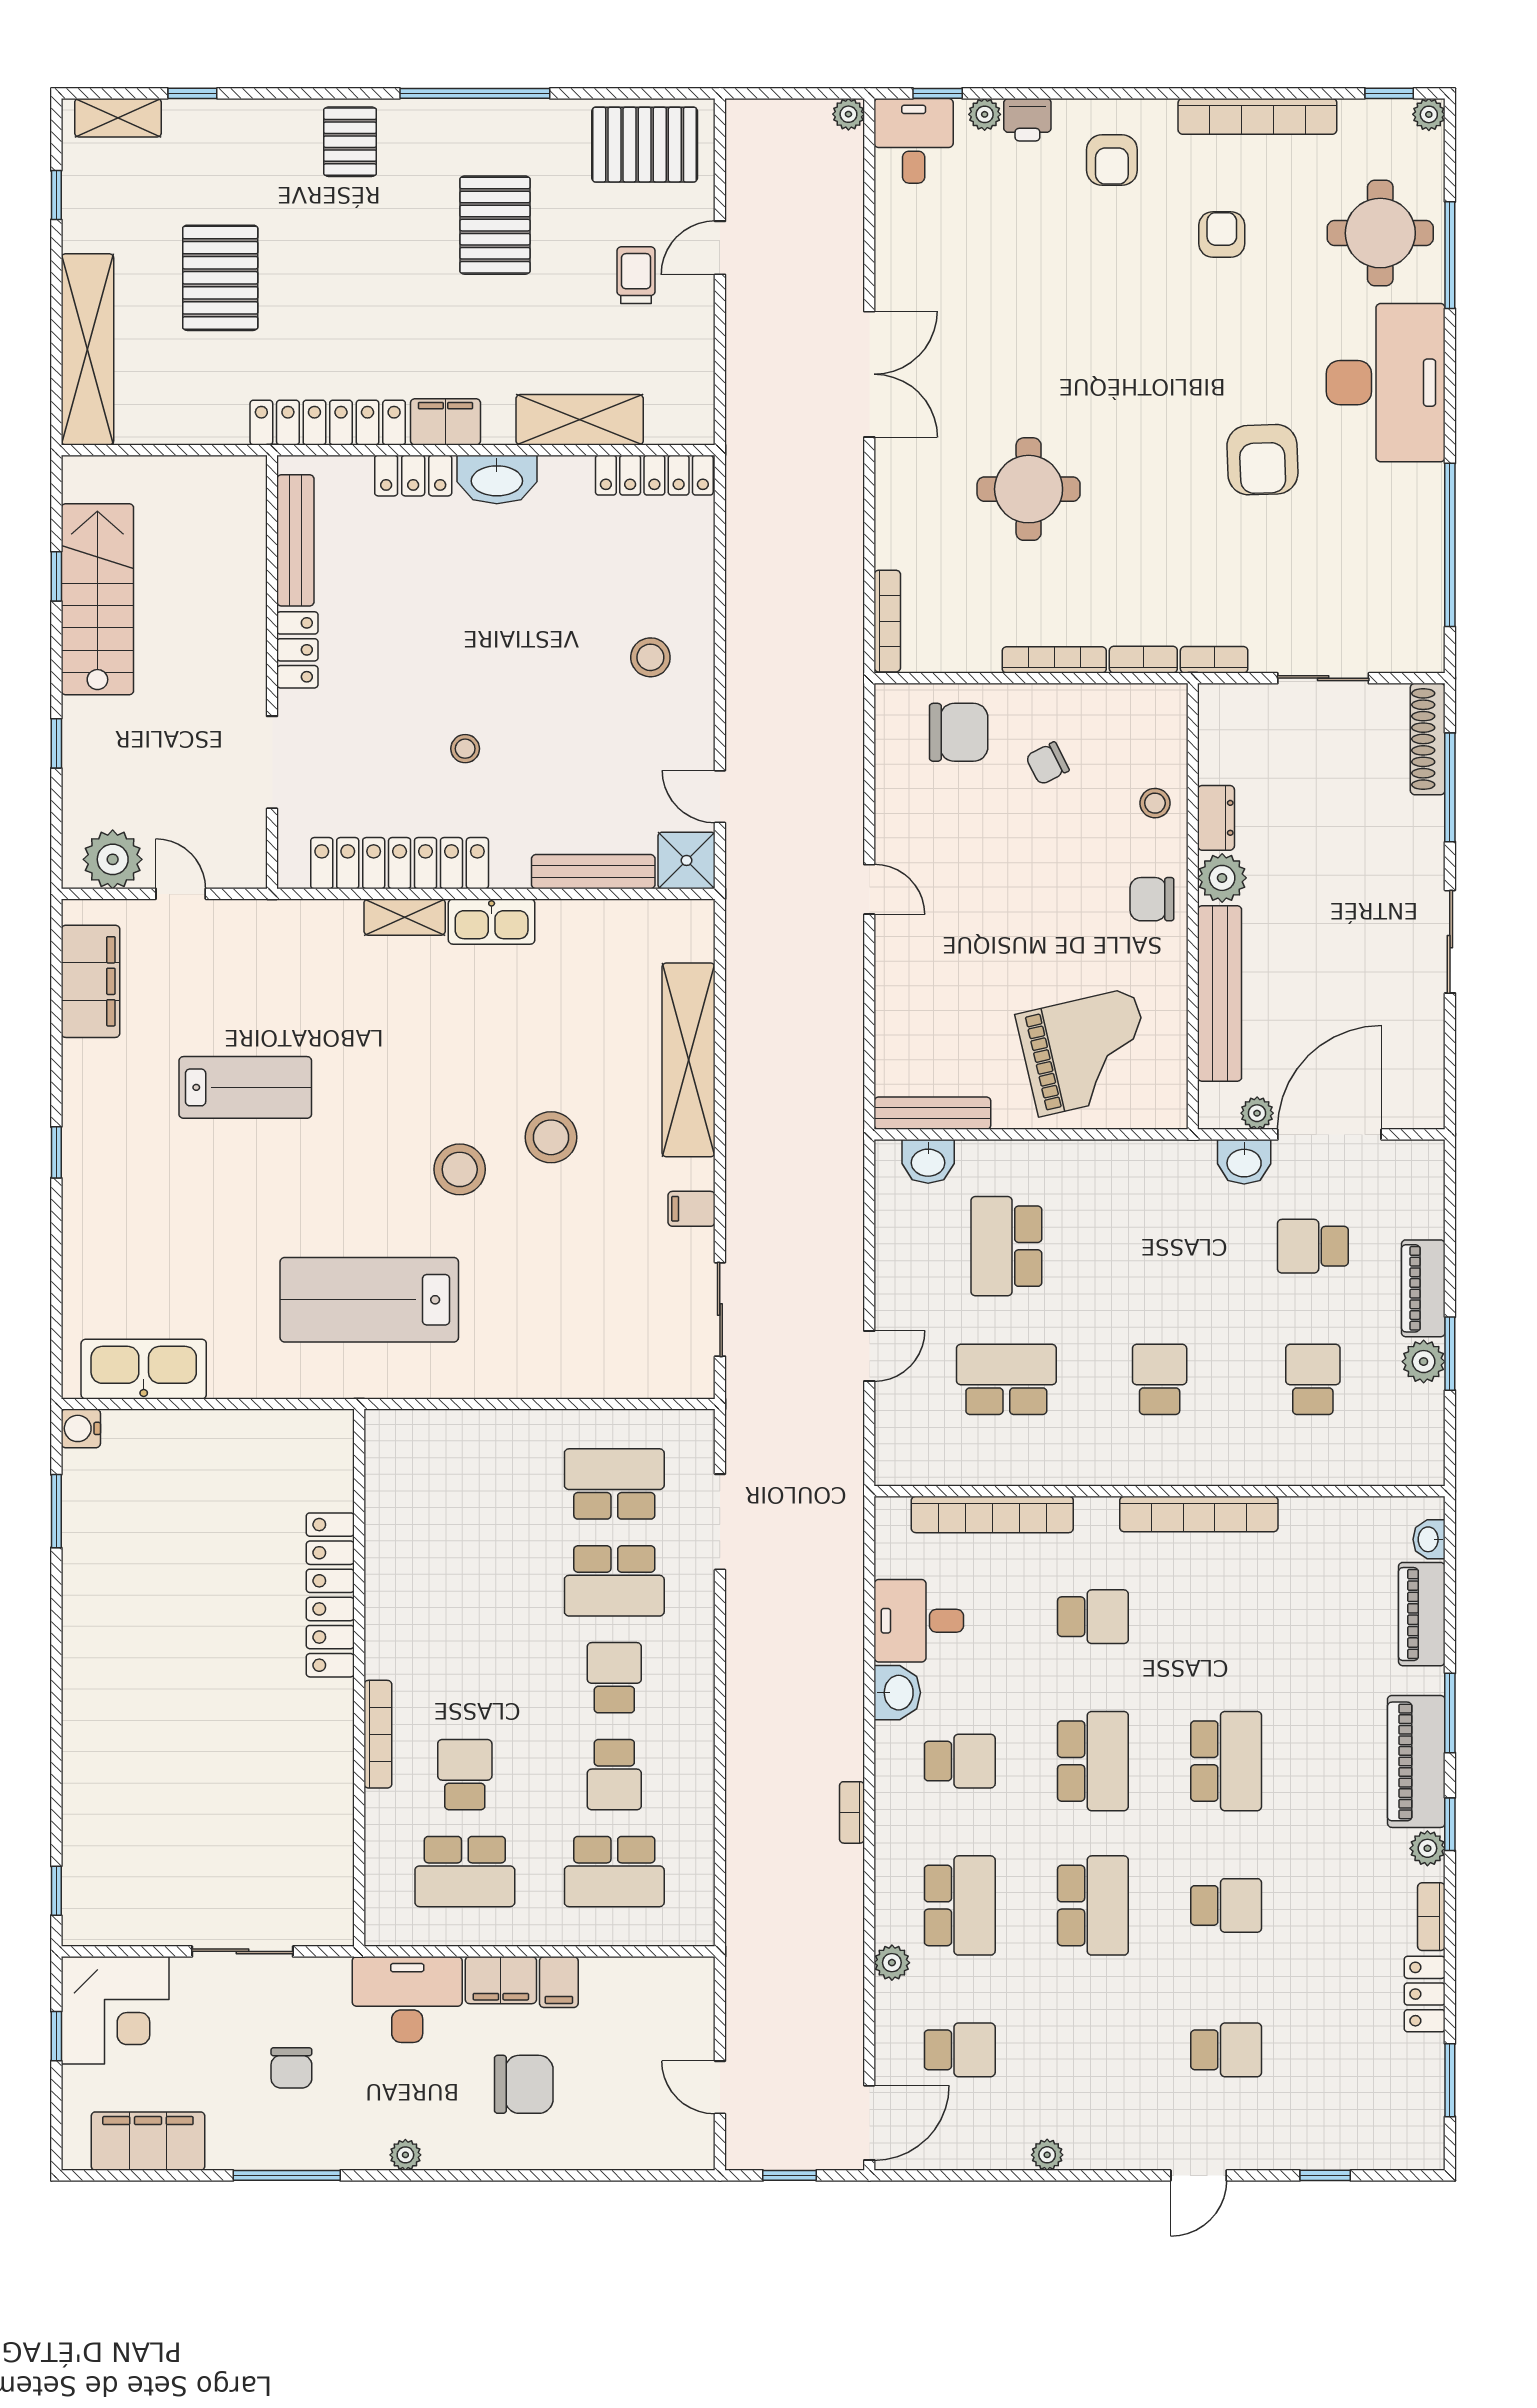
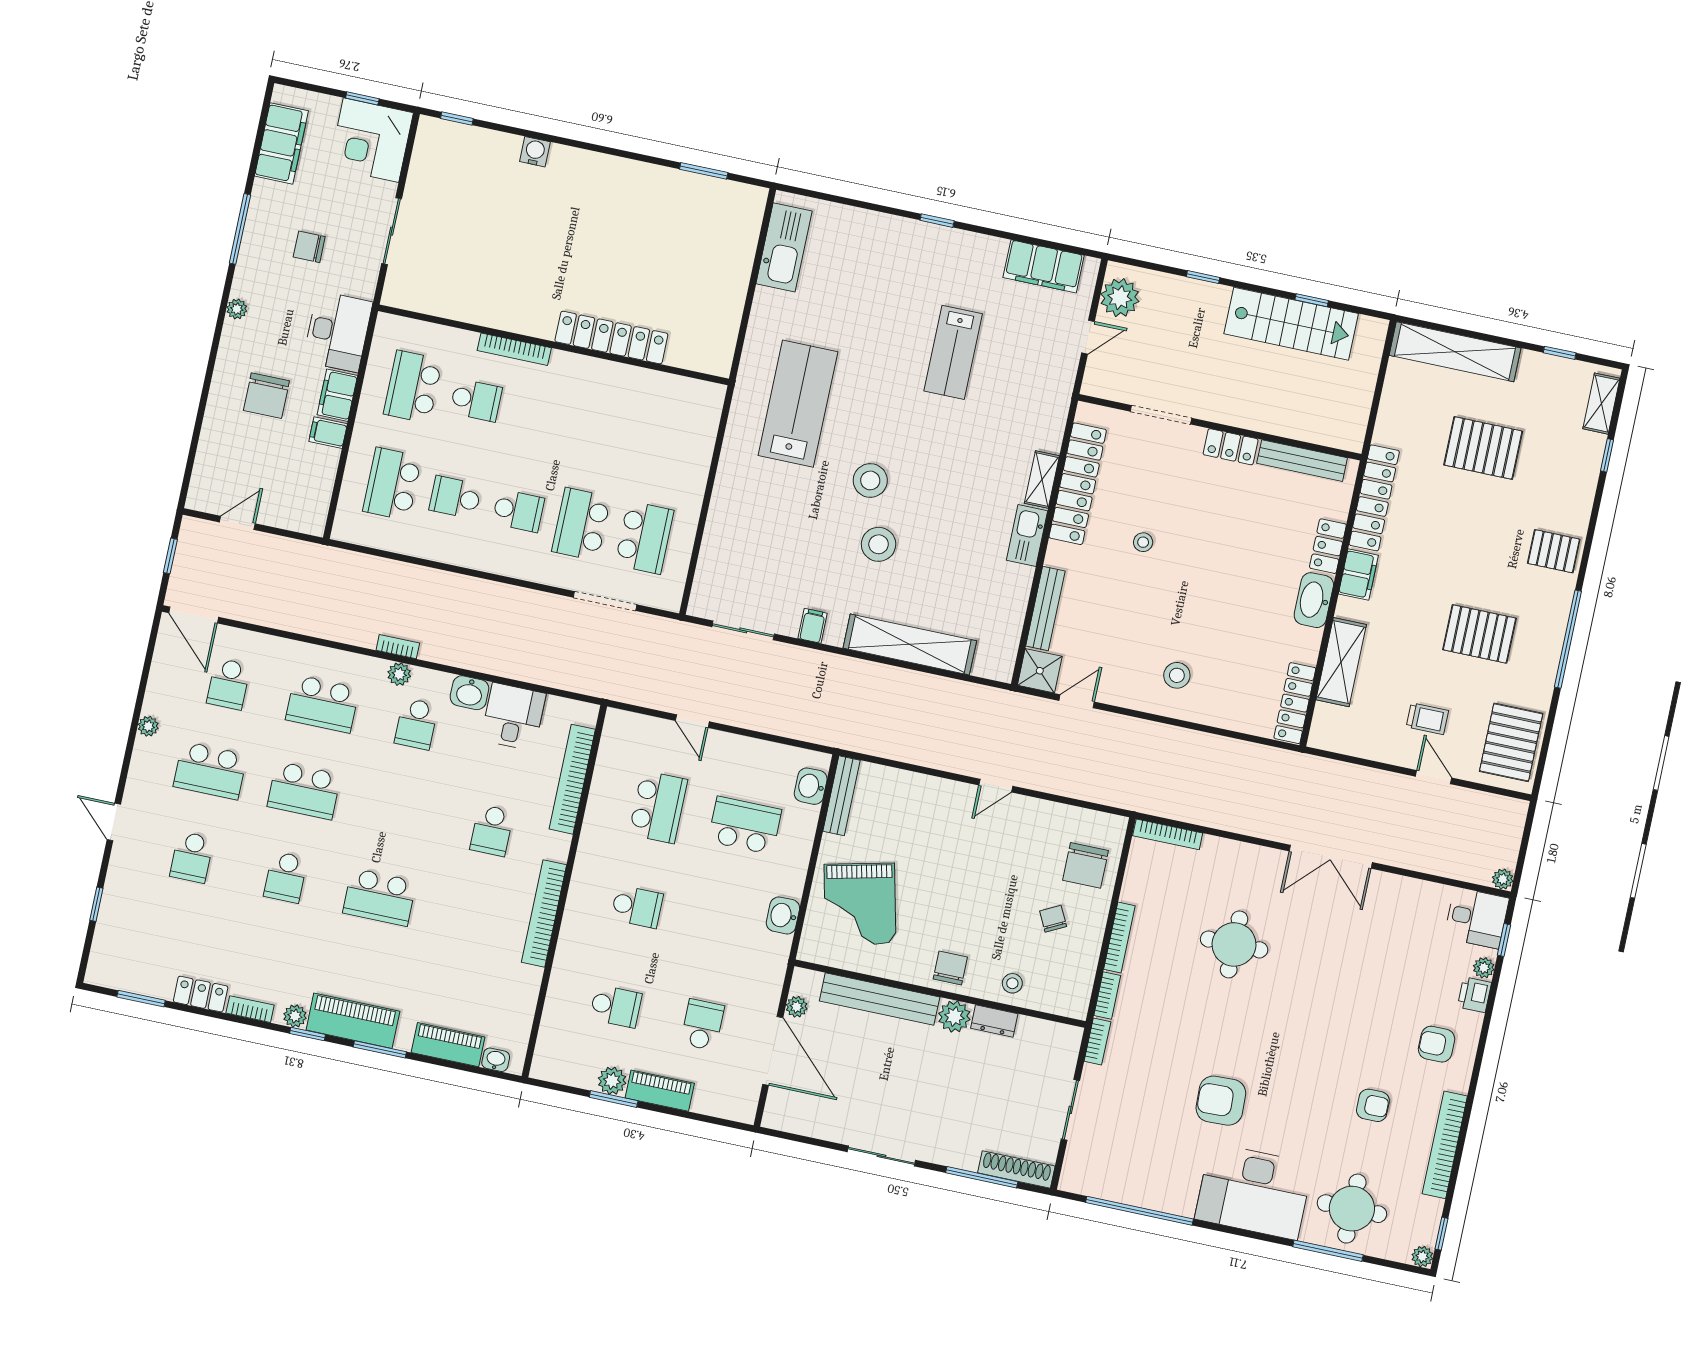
washbasin: (1244, 1162) -> (783, 915), moved
water cooler: (81, 1428) -> (535, 152), moved
school desk: (1093, 1761) -> (210, 771), moved
plant: (892, 1963) -> (399, 674), moved

